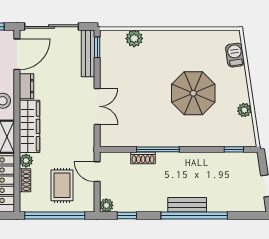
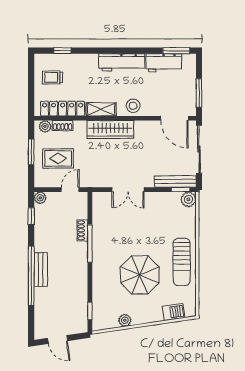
plant: (134, 38) -> (188, 199), moved
sun lounger: (179, 46) -> (182, 262), added
dresser: (26, 86) -> (146, 127), removed
plant: (26, 161) -> (45, 126), moved
window: (55, 216) -> (31, 152), width x0.47

